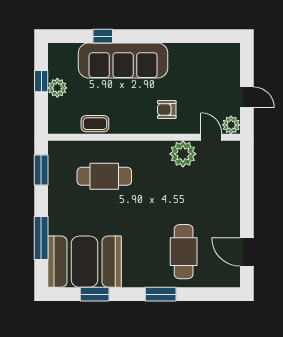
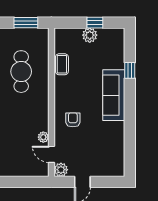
sofa: (123, 60) -> (114, 95), width x0.74, depth x0.79
door: (211, 137) -> (51, 154), swing flipped
plant: (183, 154) -> (43, 137), width x0.53, depth x0.53

